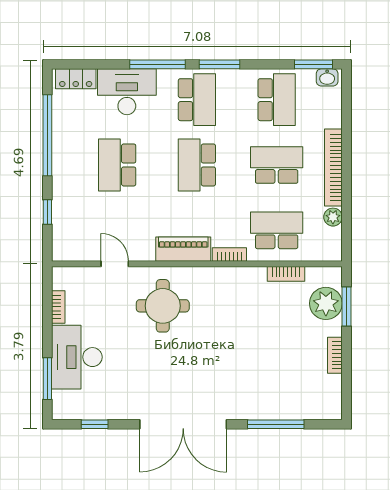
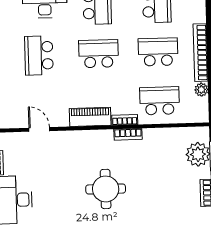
school desk: (197, 165) -> (99, 54), turned 90
bookcase: (286, 274) -> (128, 134), moved
round table: (163, 306) -> (106, 189), moved

